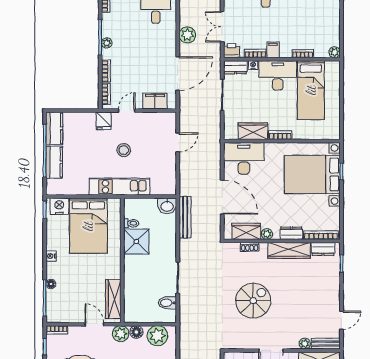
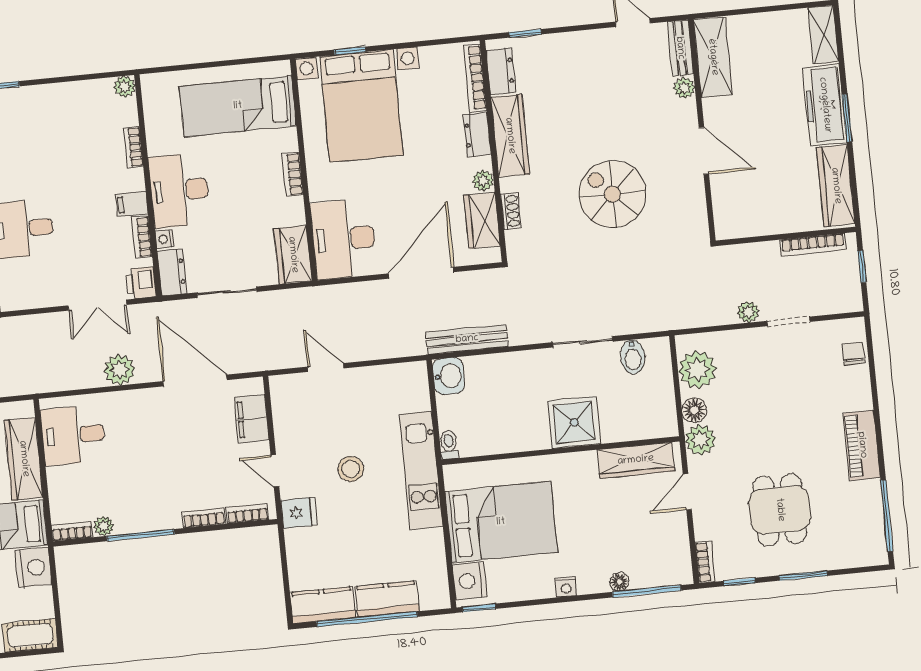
plant: (107, 43) -> (104, 526), moved
bed: (311, 90) -> (238, 106), moved, turned 180
wardrobe: (253, 131) -> (293, 255), moved
toilet: (131, 223) -> (449, 445), moved
shower: (136, 242) -> (574, 422), moved

